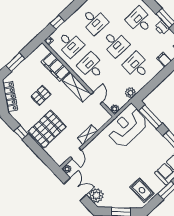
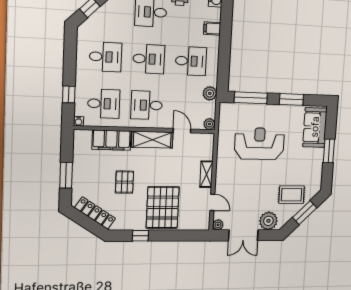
desk: (137, 66) -> (191, 61), turned 180
reception desk: (128, 128) -> (259, 144), moved, turned 90
double door: (75, 189) -> (243, 235), swing flipped
rug: (142, 190) -> (292, 195), moved

